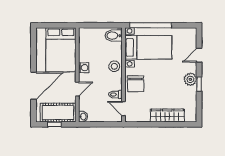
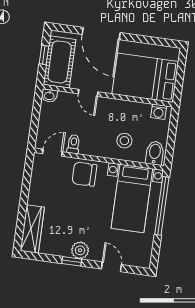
stool: (114, 66) -> (124, 141), moved
washing machine: (84, 68) -> (159, 112), moved
wardrobe: (167, 115) -> (32, 229), moved

